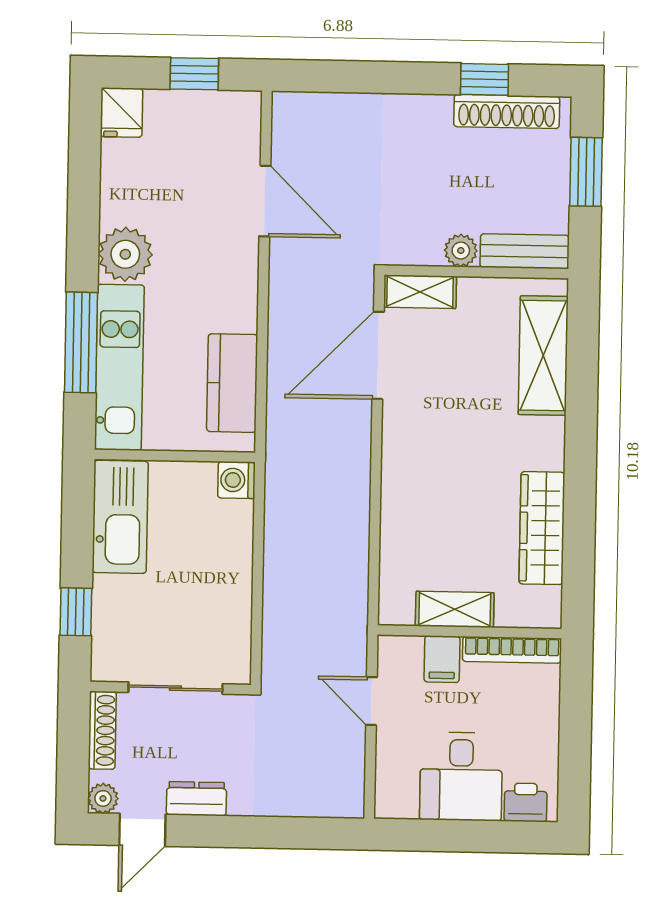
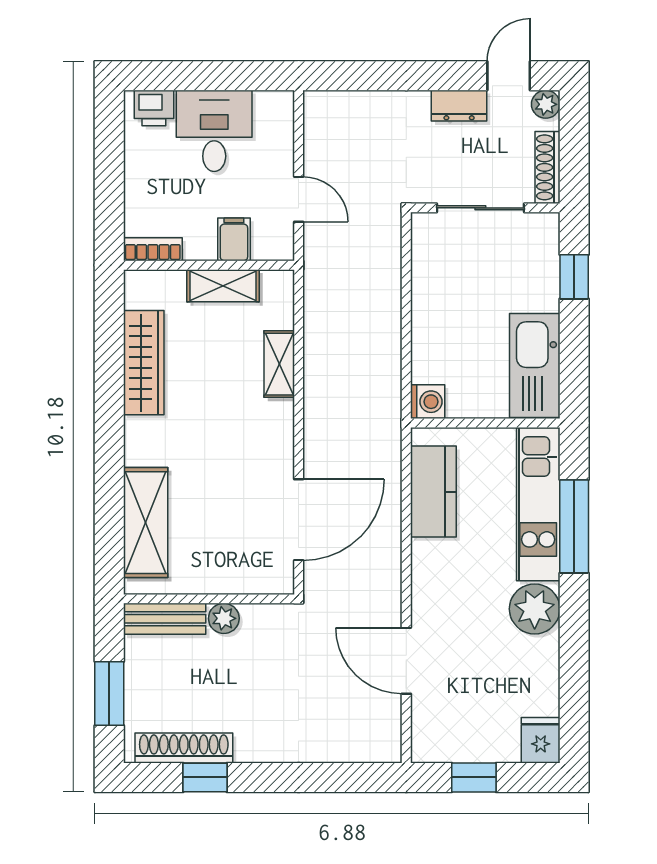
shelving: (420, 292) -> (279, 364), moved, turned 90
bookcase: (512, 650) -> (153, 249), width x0.64

